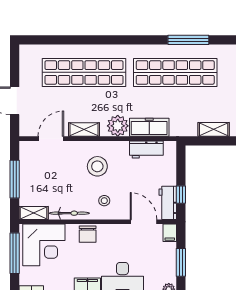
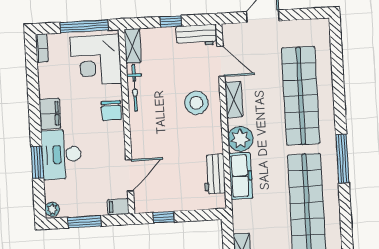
window: (188, 40) -> (342, 159), moved
stool: (97, 166) -> (196, 103), moved
window: (15, 179) -> (171, 21), width x0.46
stool: (104, 201) -> (152, 128), removed
workbench: (168, 203) -> (196, 35), moved, turned 180
chair: (88, 234) -> (111, 111), turned -90

